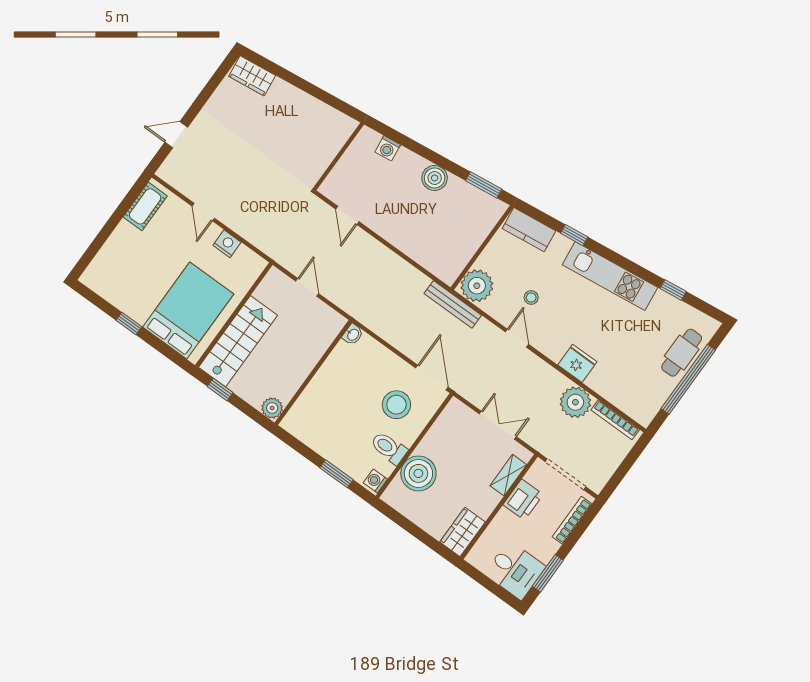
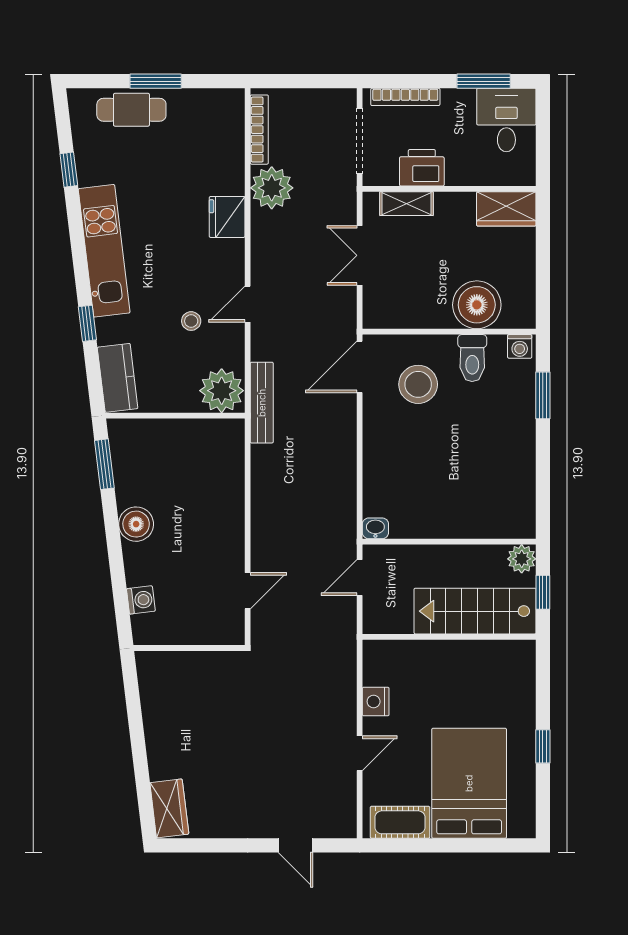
bed: (188, 310) -> (469, 783), moved, turned 90
washbasin: (353, 335) -> (375, 528), moved
wall: (313, 372) -> (449, 542), moved
window: (688, 379) -> (156, 81), width x0.47
plant: (272, 408) -> (522, 559), moved

